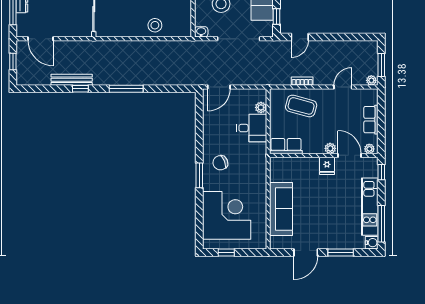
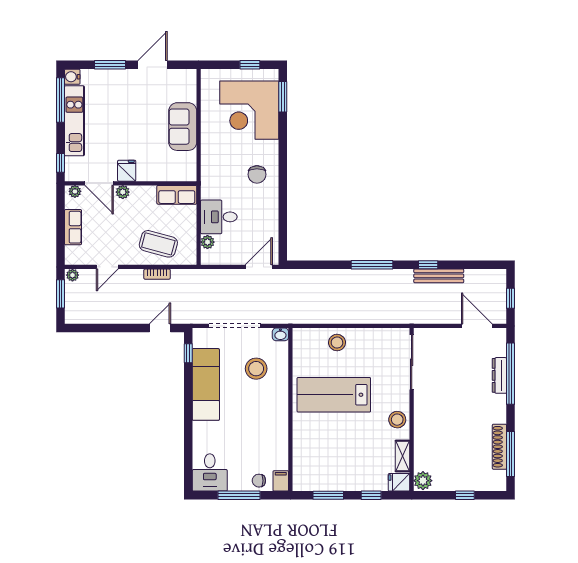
chair: (220, 163) -> (257, 174), turned 112
window: (199, 175) -> (283, 97), moved
sofa: (281, 209) -> (183, 127), width x0.73

